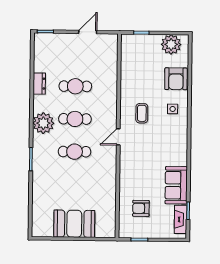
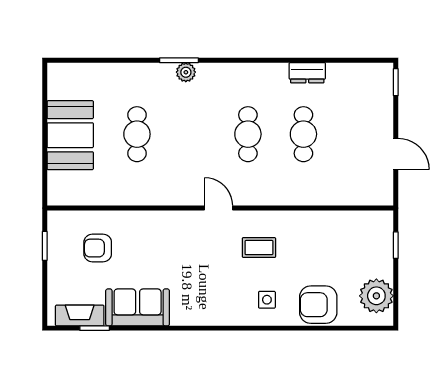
plant: (43, 123) -> (186, 72), moved, width x0.53, depth x0.53
cafe table: (75, 152) -> (137, 134), moved
armchair: (141, 208) -> (98, 248), turned -90

